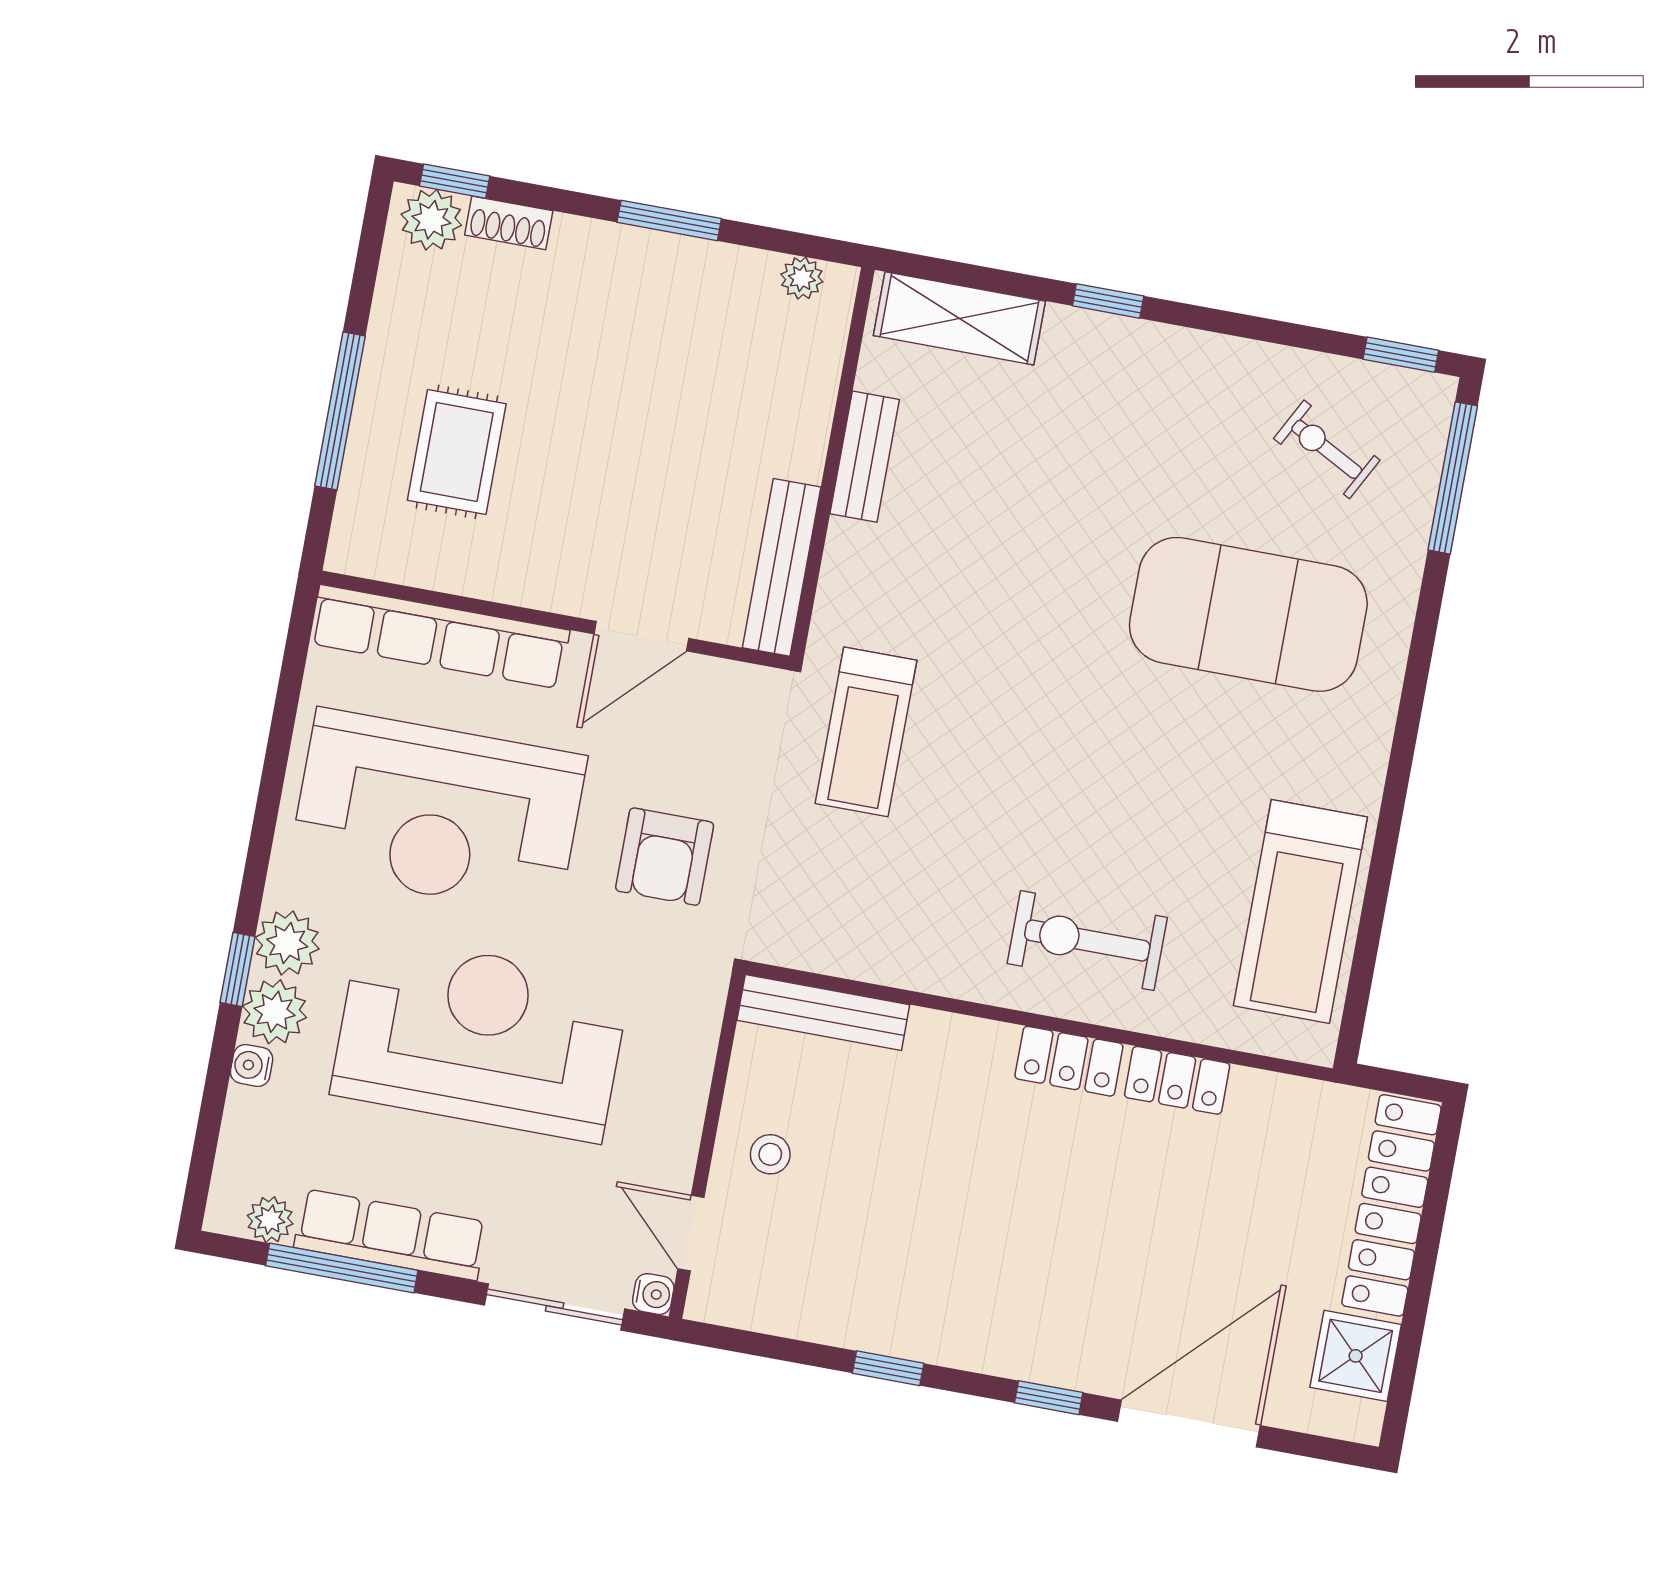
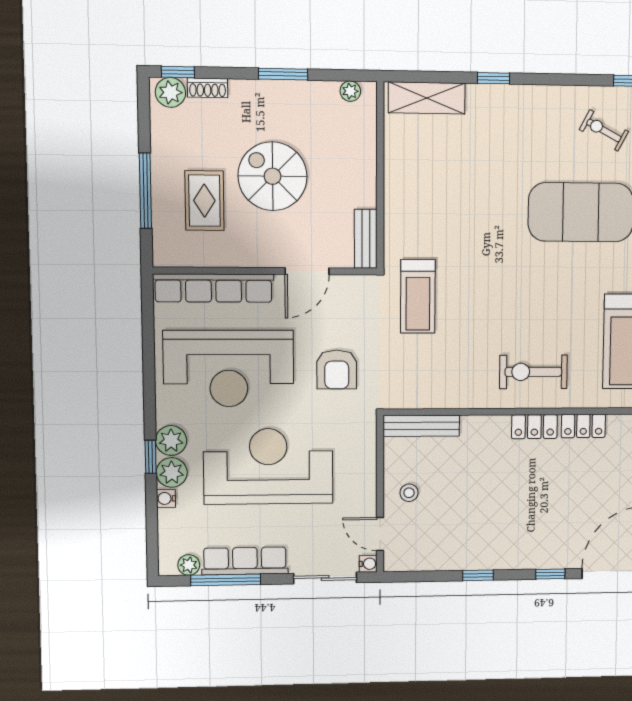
spiral stairs: (607, 426) -> (273, 176), added
bench: (865, 457) -> (395, 170), removed
bench: (782, 567) -> (366, 239), width x0.73

